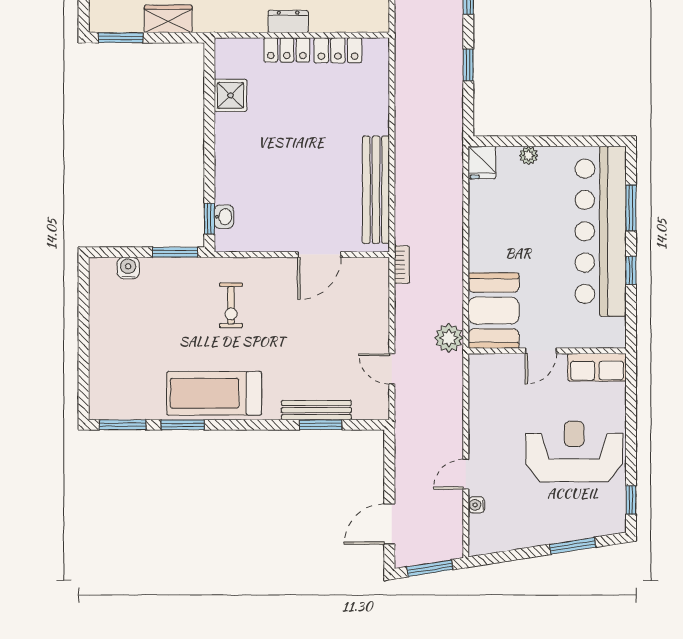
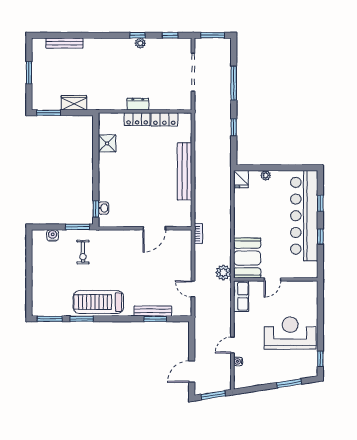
bench: (376, 190) -> (185, 171), moved
window: (631, 208) -> (320, 203), width x0.67
exercise bike: (231, 305) -> (83, 252), moved
row of seats: (597, 367) -> (241, 296), moved, turned -90

